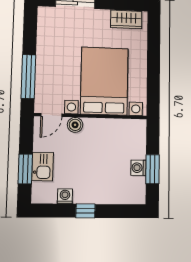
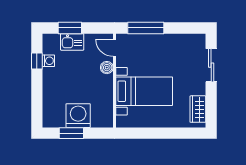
bed with nightstands: (104, 81) -> (144, 91), width x0.73
washing machine: (139, 168) -> (78, 116), width x1.89, depth x1.89
window: (85, 211) -> (37, 61), moved

